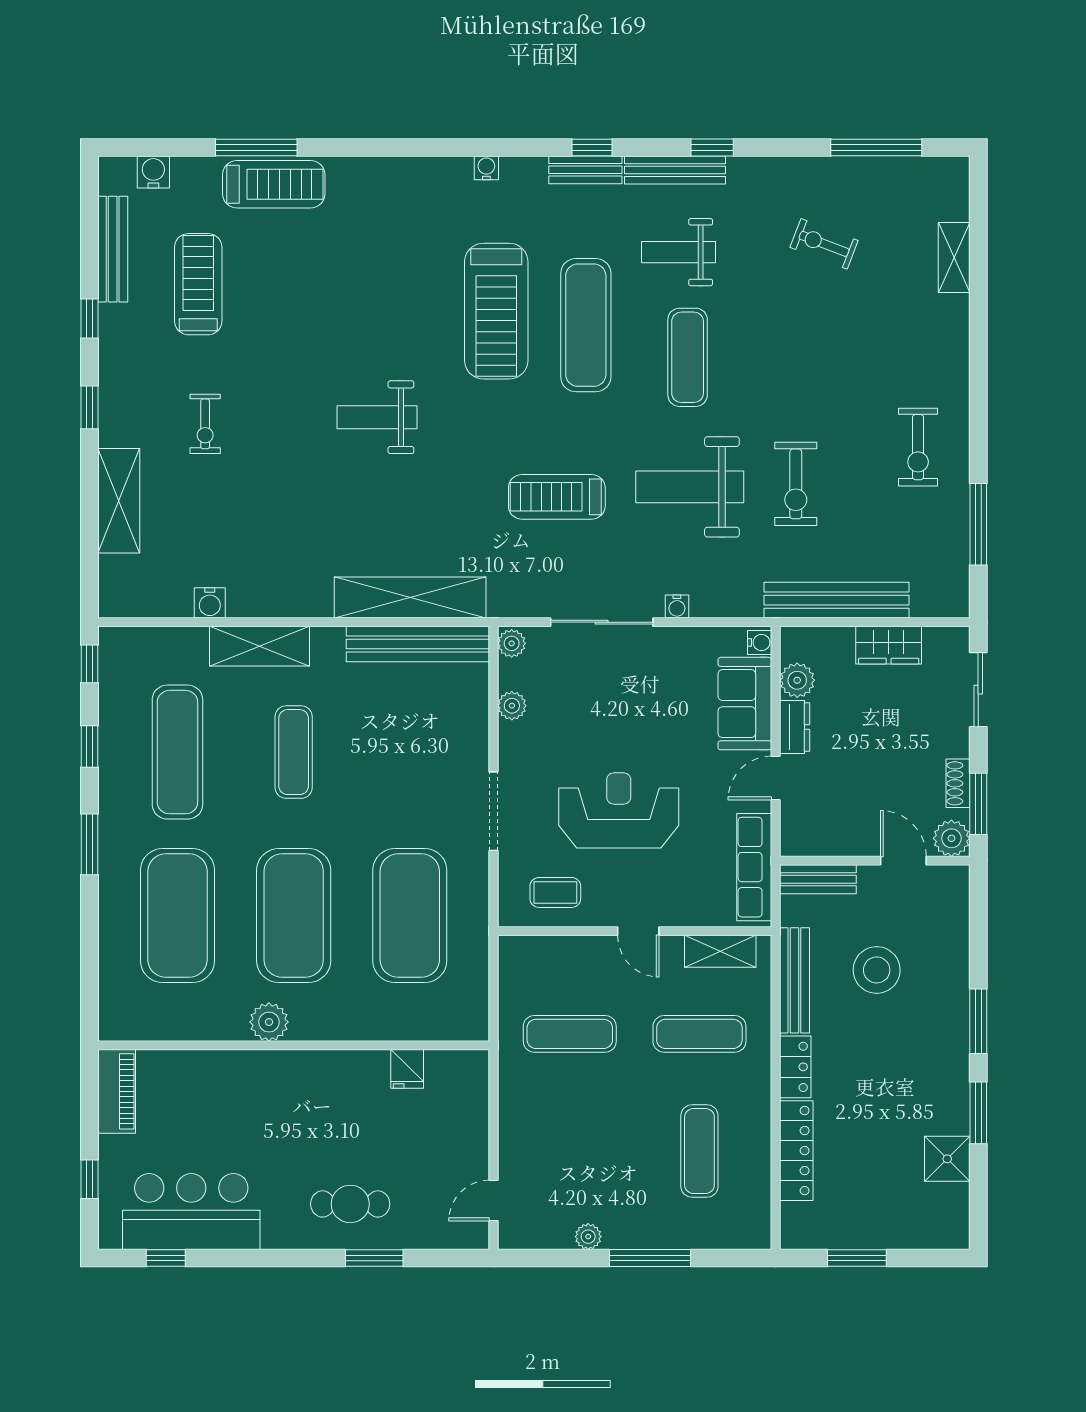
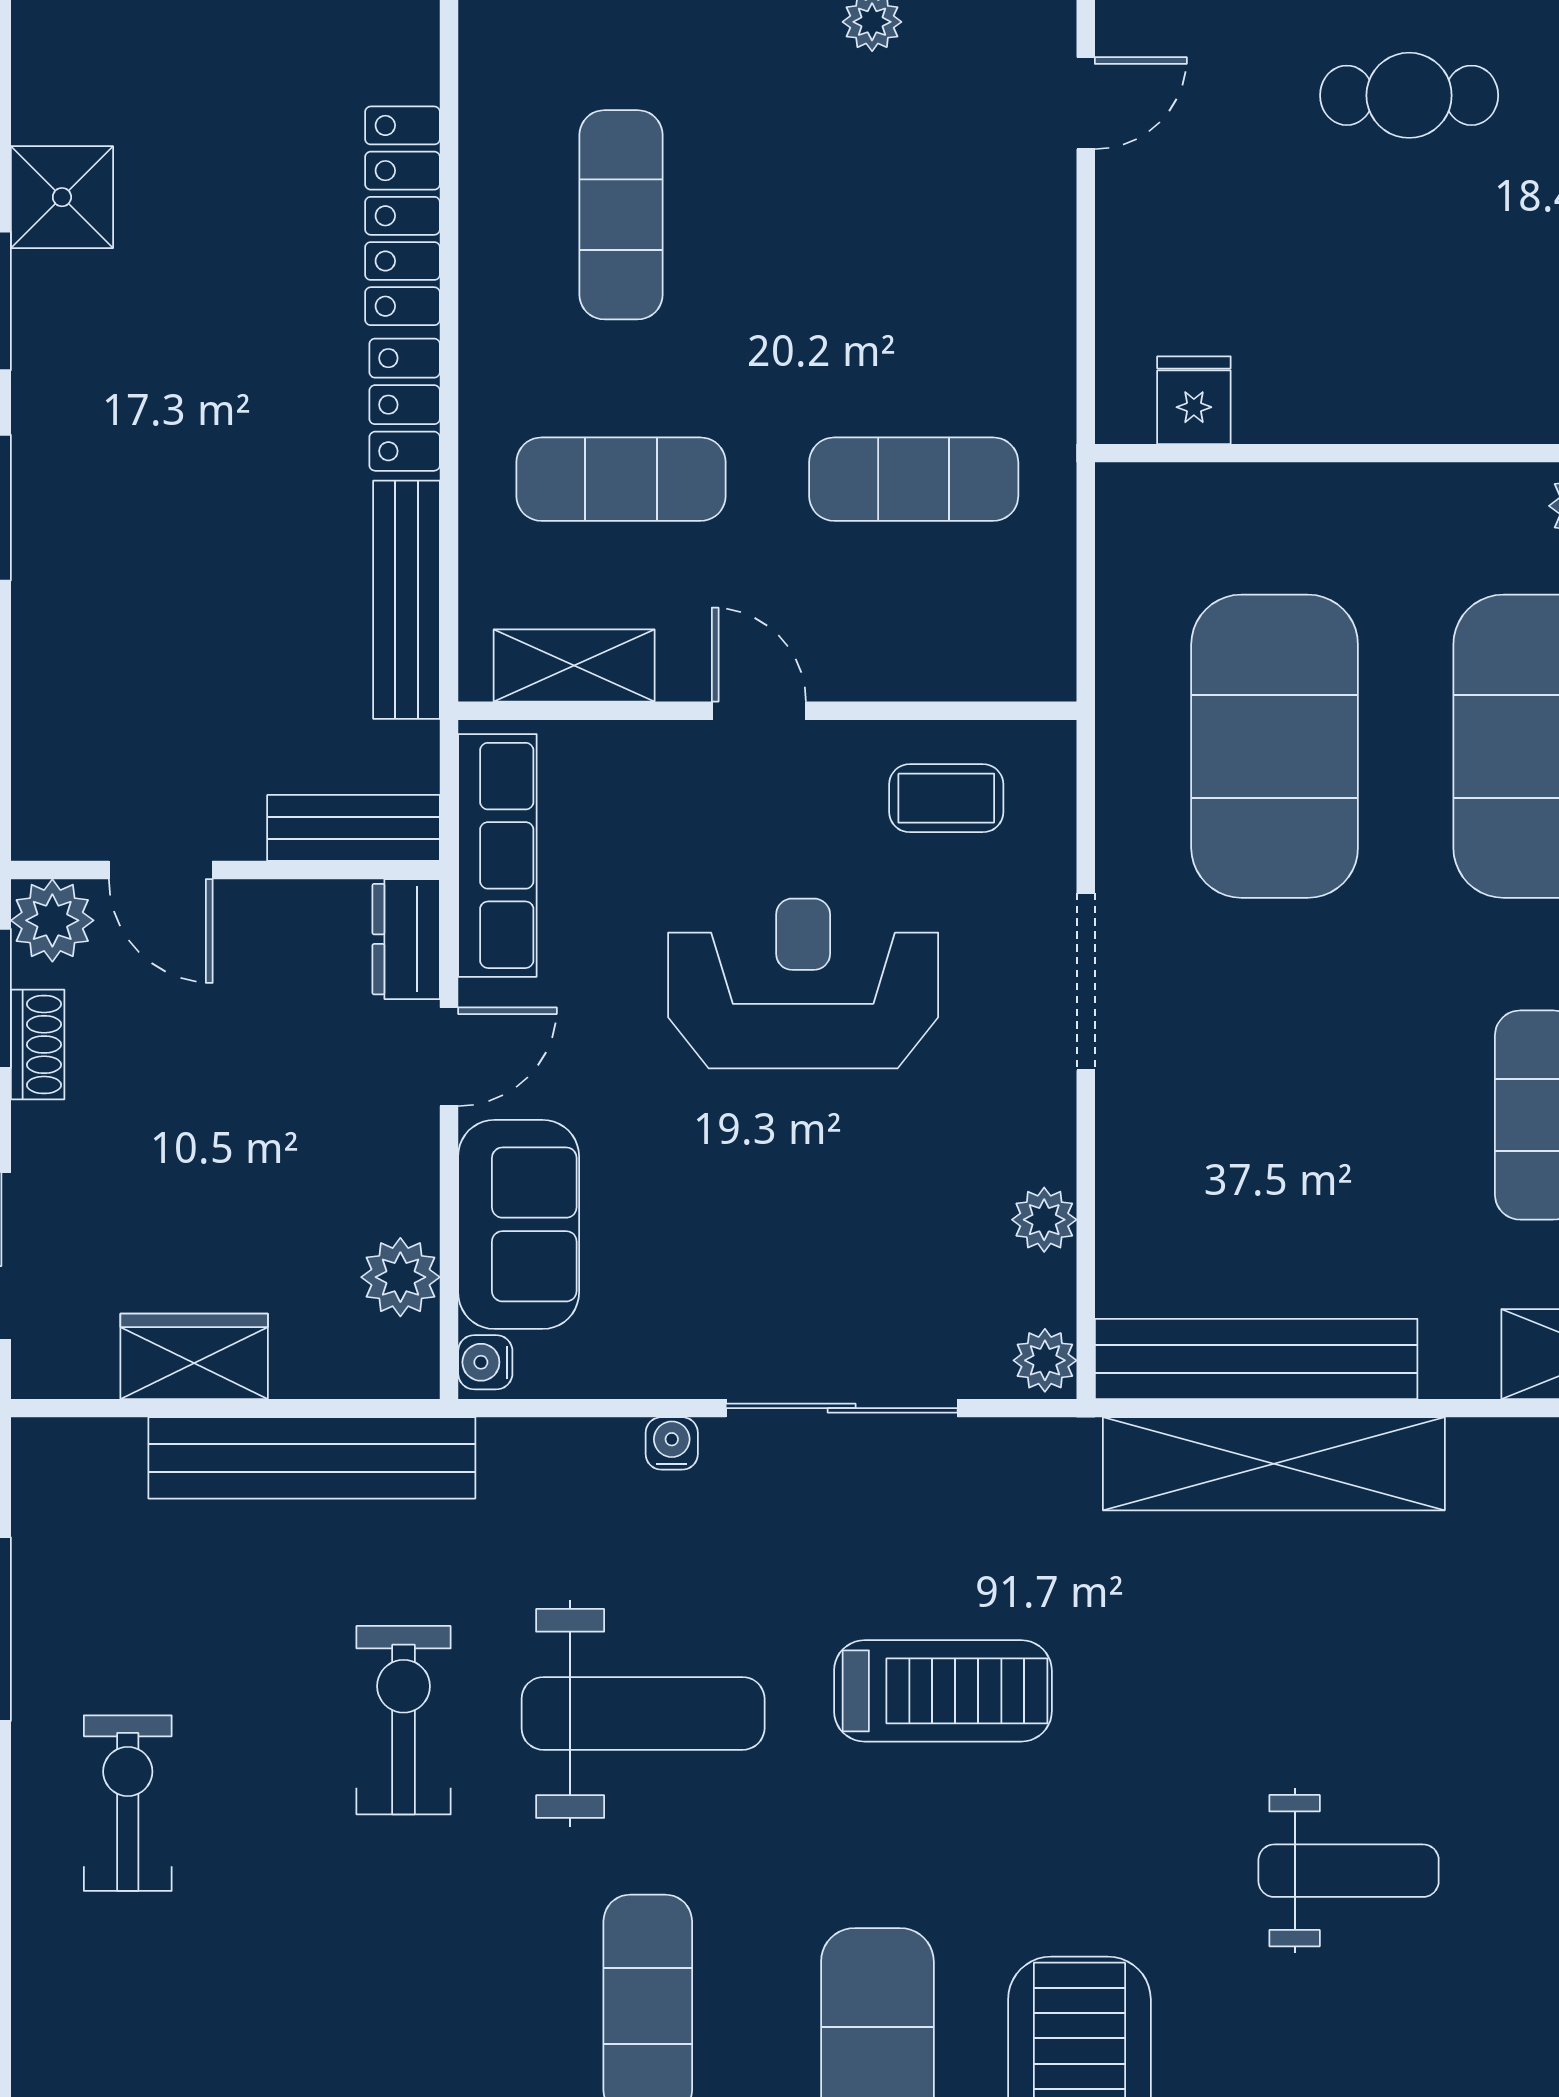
dresser: (795, 727) -> (406, 939), moved
reception desk: (619, 810) -> (803, 984), turned 180
stool: (877, 970) -> (221, 623), removed
fridge: (407, 1069) -> (1194, 400), moved

